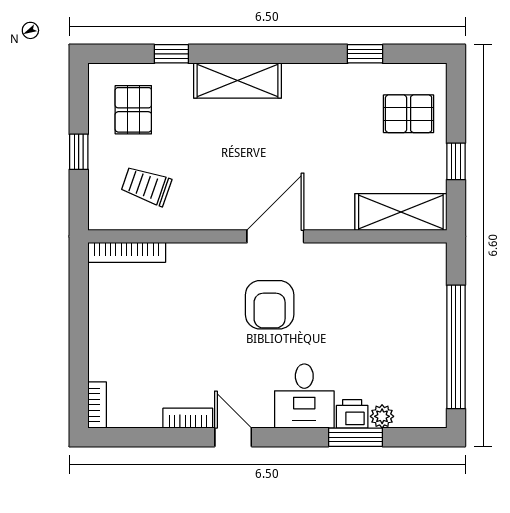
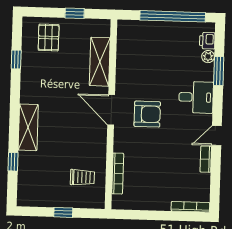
pallet: (133, 110) -> (42, 183), removed
trolley: (146, 186) -> (82, 177), turned -109
shelving: (401, 212) -> (100, 62), moved
bookcase: (127, 252) -> (118, 173), moved
bookcase: (97, 405) -> (190, 207), width x1.56
printer: (352, 414) -> (207, 41), moved

